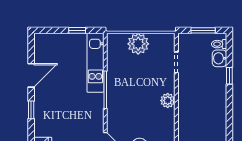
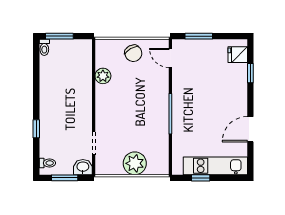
washbasin: (219, 58) -> (83, 167), moved, turned -90
kitchen unit: (95, 63) -> (215, 166), moved, turned -90
plant: (168, 101) -> (103, 76), moved
window: (31, 110) -> (250, 73), moved

